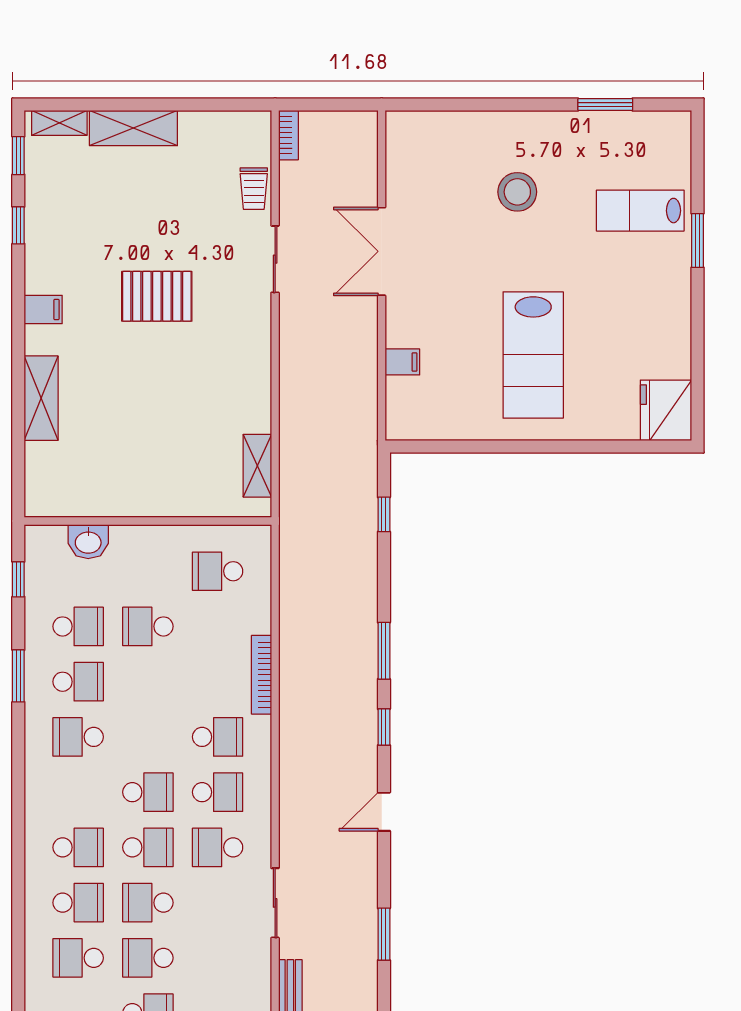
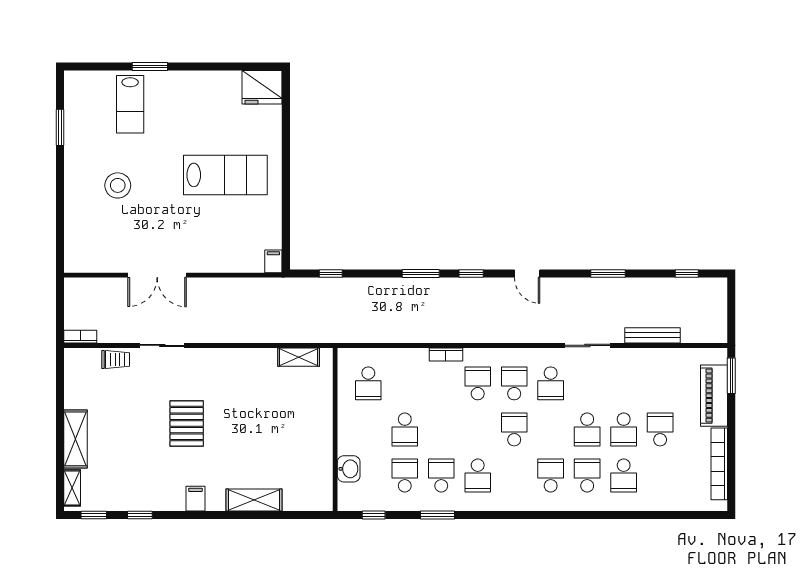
filing cabinet: (402, 362) -> (273, 261), moved
bookcase: (261, 675) -> (446, 354), width x0.64
school desk: (148, 847) -> (551, 429), removed

